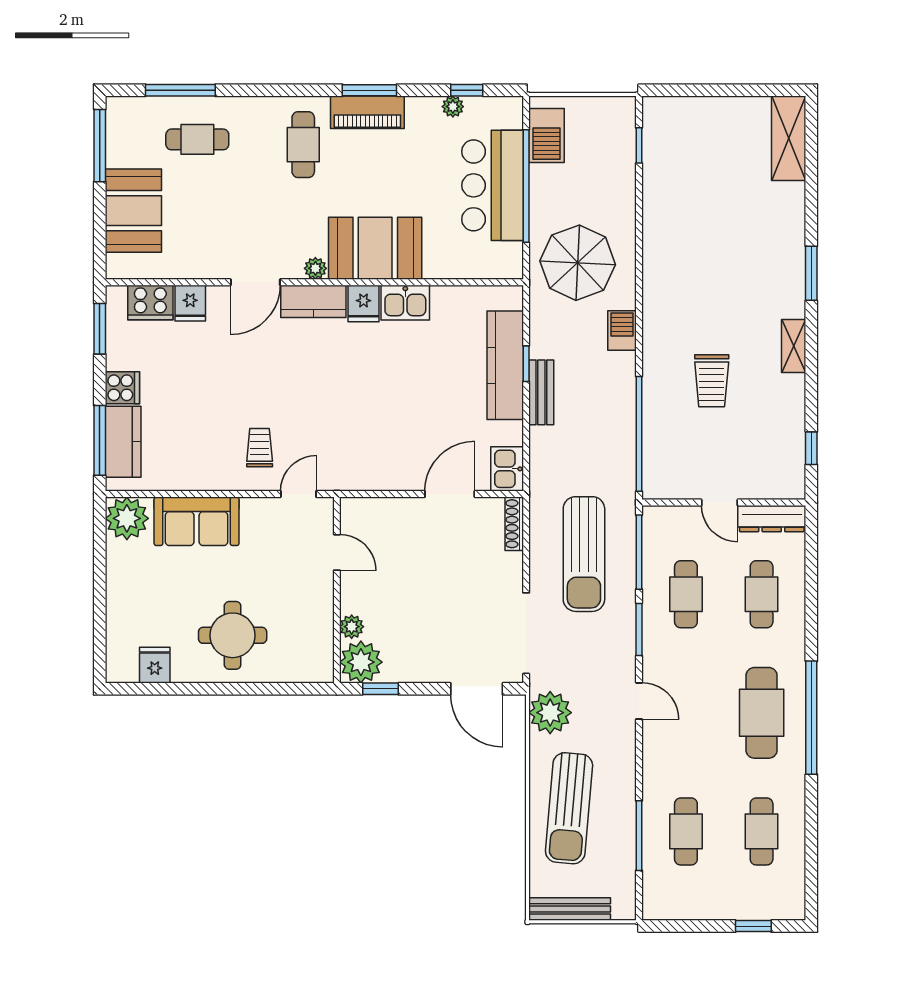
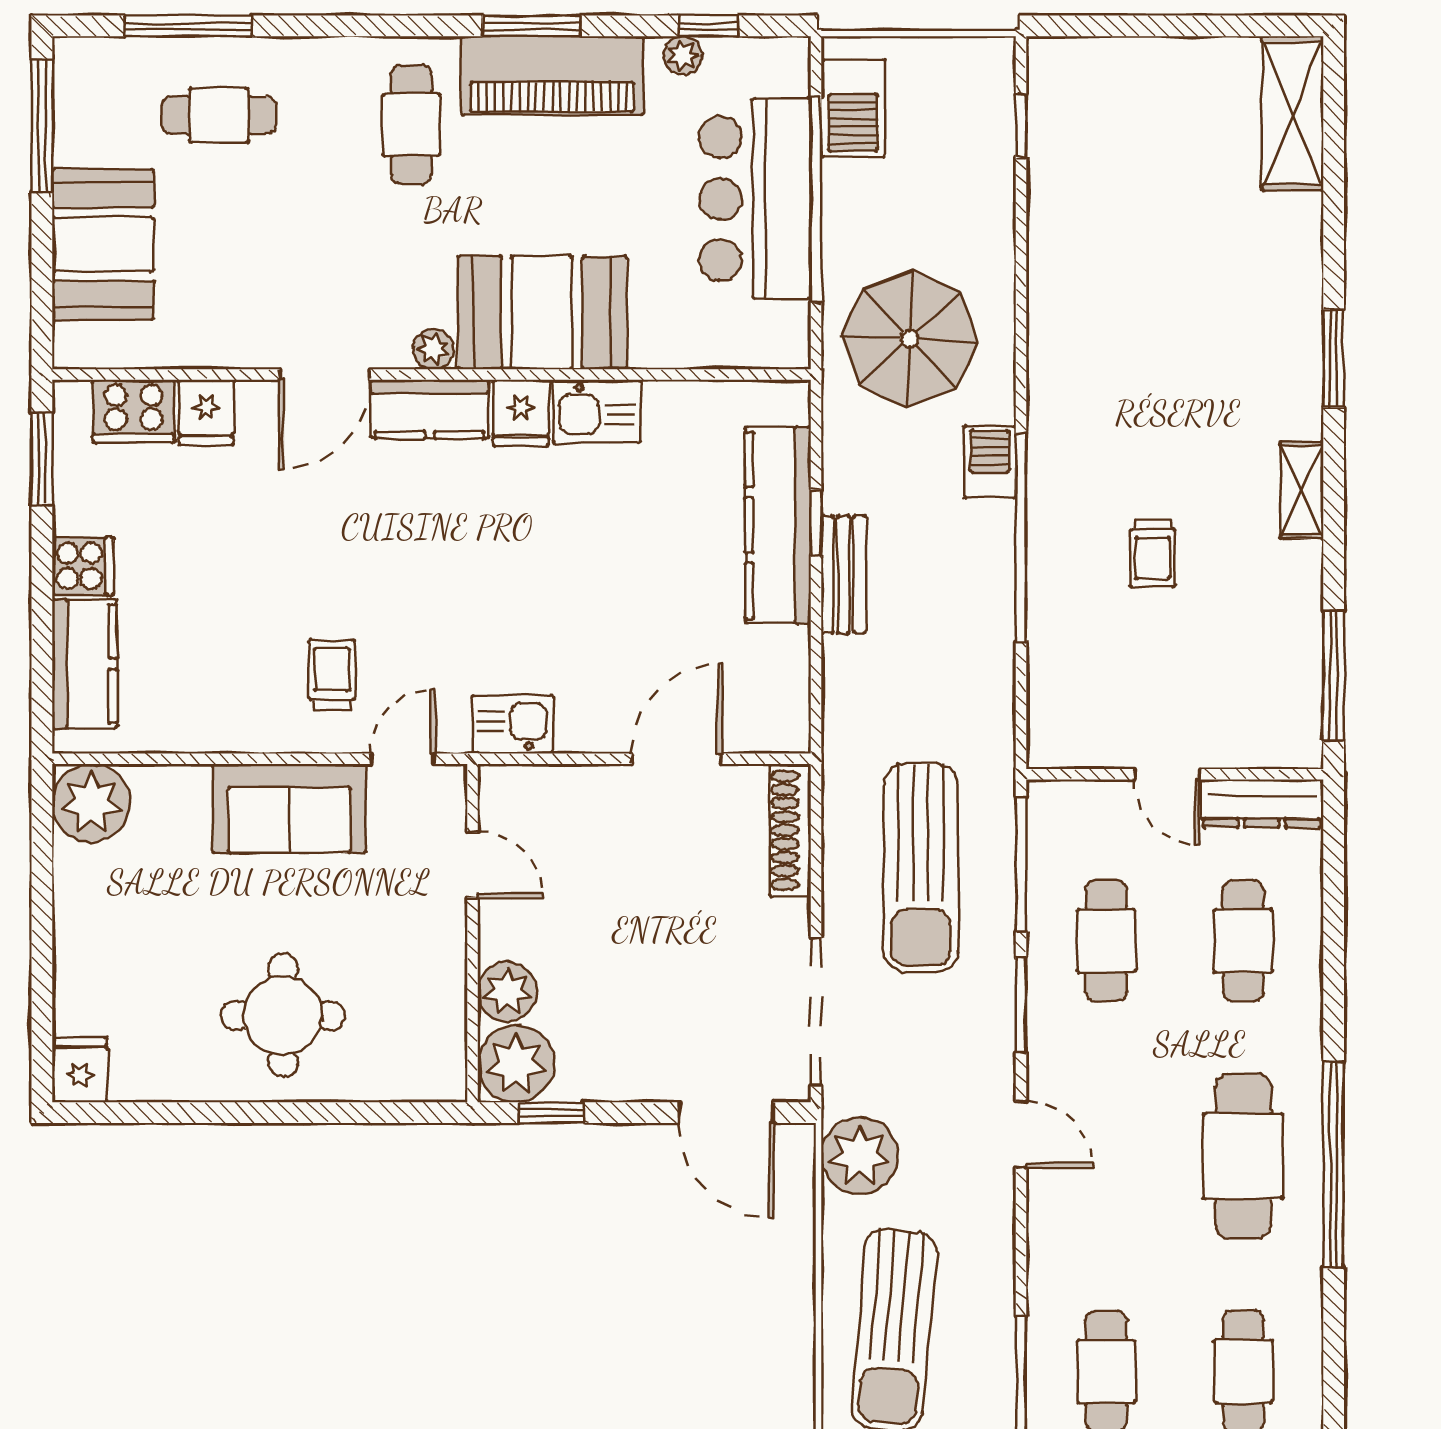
piano: (367, 112) -> (552, 76), width x1.37, depth x1.33
trolley: (712, 381) -> (1153, 553), width x0.73, depth x0.72
window: (639, 434) -> (1021, 538), moved
window: (100, 440) -> (42, 661), removed
window: (811, 448) -> (1334, 676), width x2.17
kitchen sink: (507, 469) -> (512, 724), moved, turned 90
sofa: (197, 521) -> (289, 808), moved
shoe rack: (514, 524) -> (790, 830), width x1.36, depth x1.24
plant: (352, 627) -> (507, 992), width x1.38, depth x1.38
fridge: (155, 665) -> (80, 1070), moved

